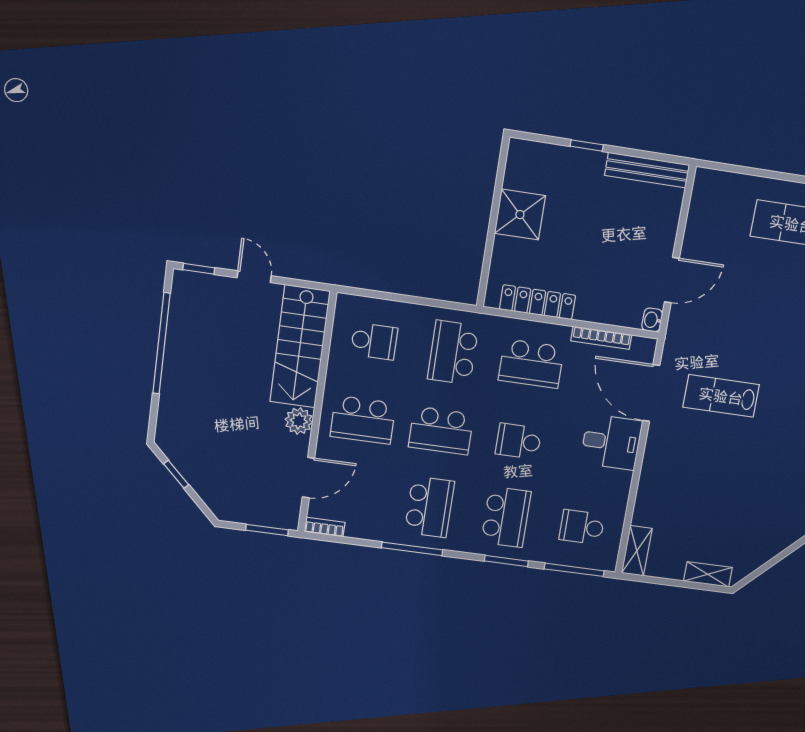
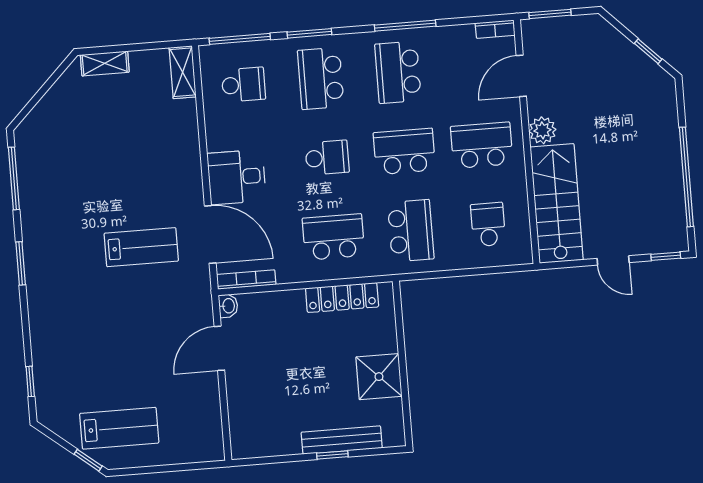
bench: (647, 170) -> (342, 440), moved
bookcase: (601, 338) -> (246, 279), moved
school desk: (374, 341) -> (488, 224), turned 90

